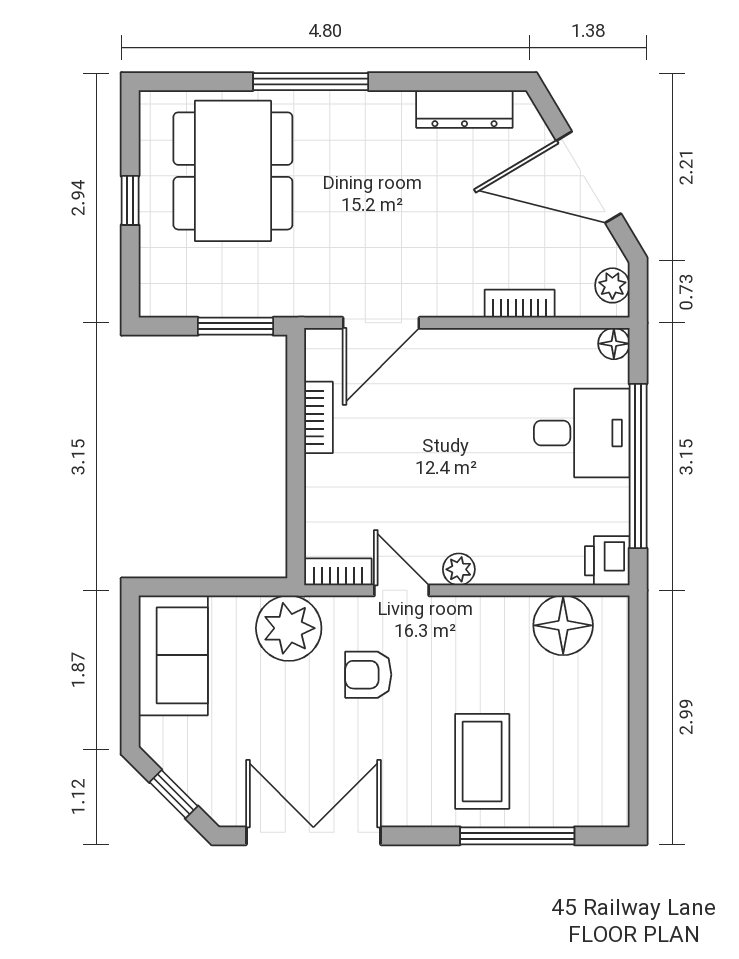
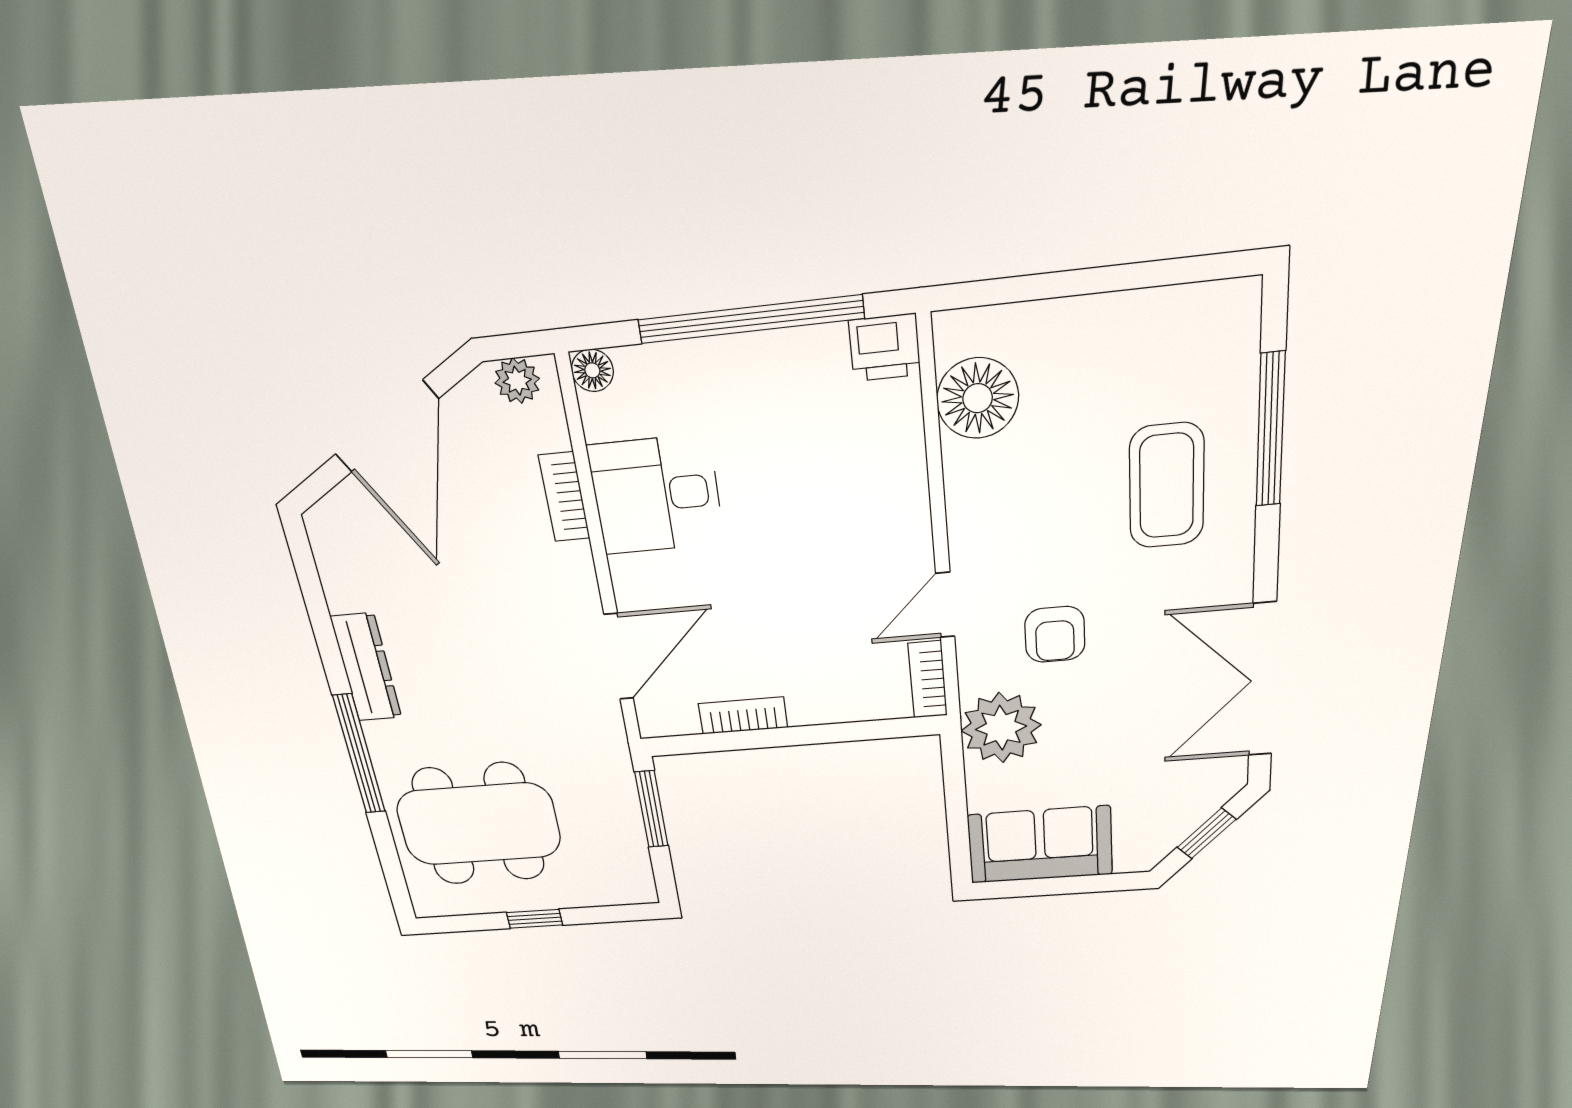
dresser: (464, 109) -> (366, 667), moved
door: (381, 323) -> (619, 657), hinge flipped
desk: (582, 433) -> (656, 495), moved, turned -90
plant: (459, 569) -> (913, 539), removed
coffee table: (482, 761) -> (1167, 486), turned 90

